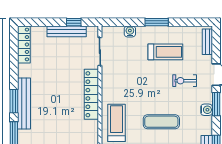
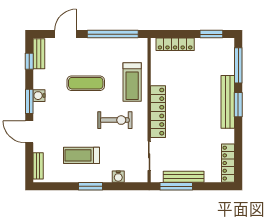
window: (74, 22) -> (176, 186), width x2.17
exercise bike: (185, 81) -> (115, 120), moved, width x1.38, depth x1.39

